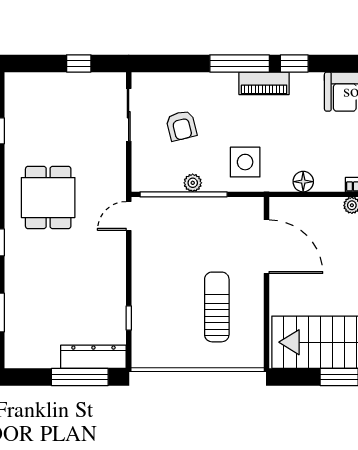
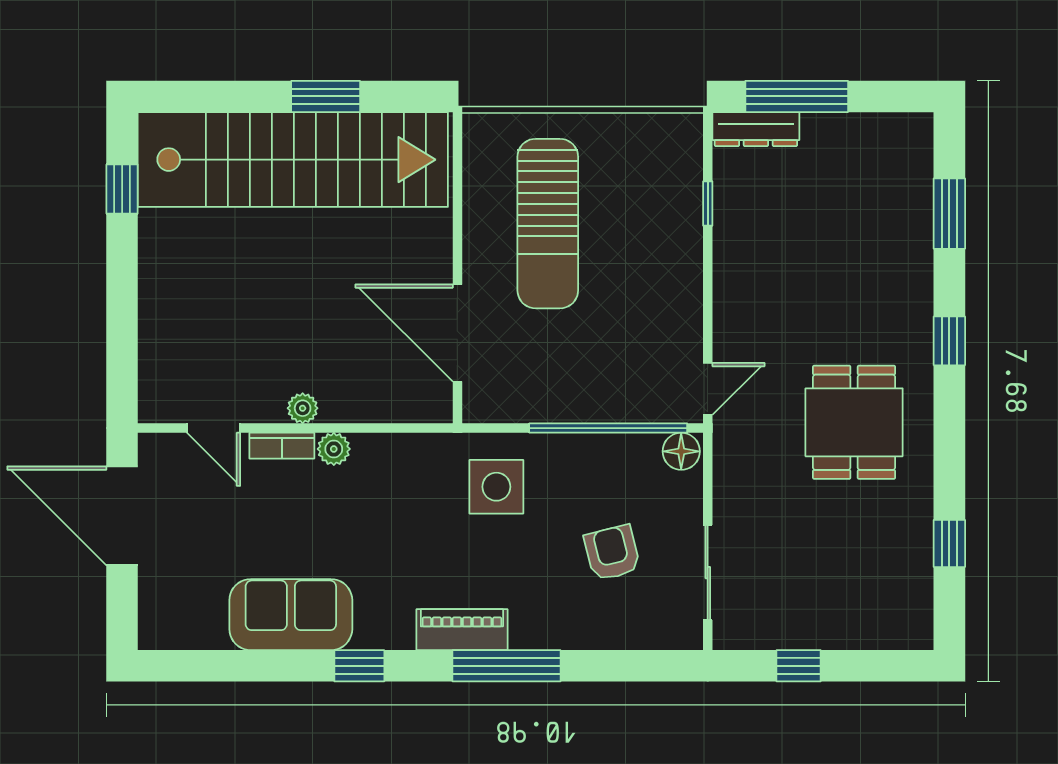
window: (294, 63) -> (359, 666), moved
floor lamp: (303, 182) -> (681, 451), moved
plant: (193, 183) -> (334, 449), moved
sun lounger: (217, 307) -> (548, 224), width x1.36, depth x1.34
dresser: (93, 357) -> (756, 129), width x0.73, depth x0.80

